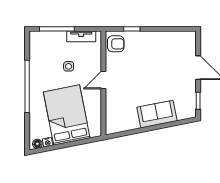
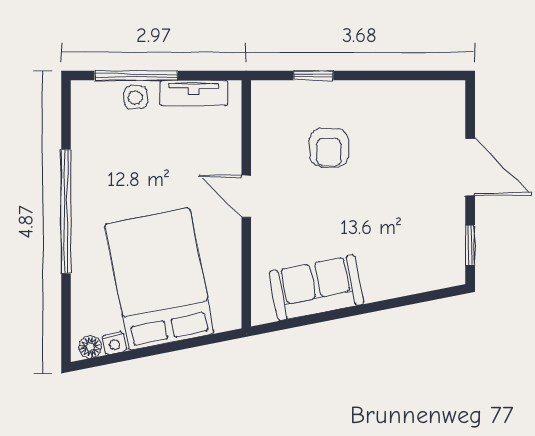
armchair: (116, 44) -> (329, 148), moved, turned 90
side table: (69, 66) -> (135, 98), moved
door: (103, 80) -> (246, 196), hinge flipped
sofa: (157, 114) -> (317, 288), moved

